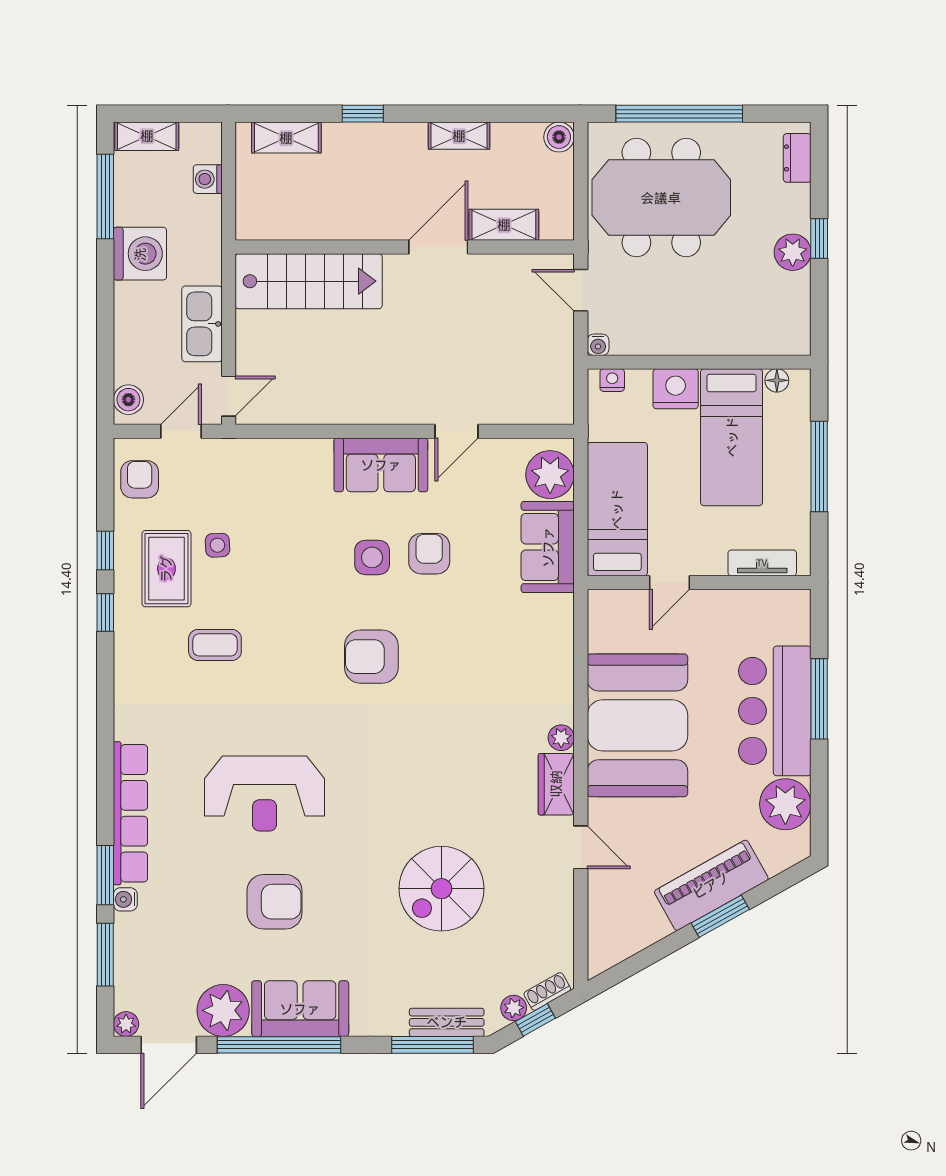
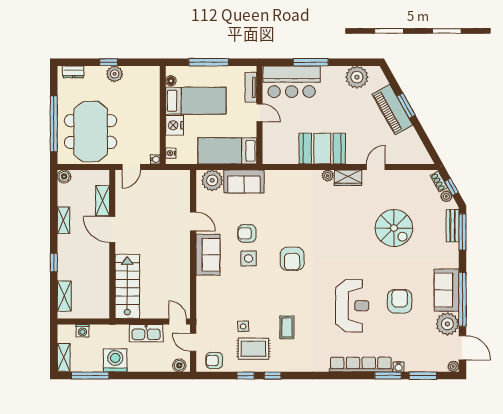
door: (670, 583) -> (260, 113), moved
bar counter: (775, 711) -> (292, 82), moved
booth: (637, 725) -> (322, 149), width x0.73, depth x0.70

